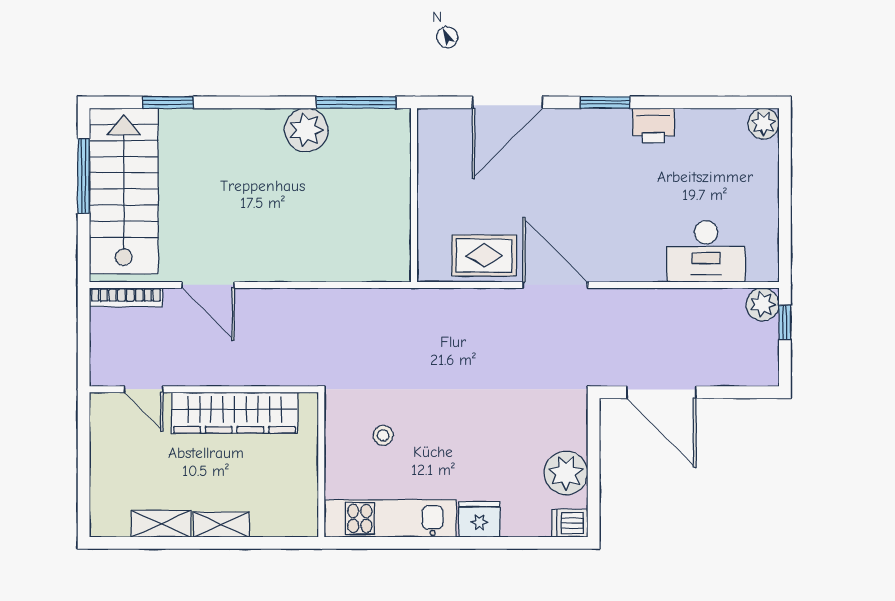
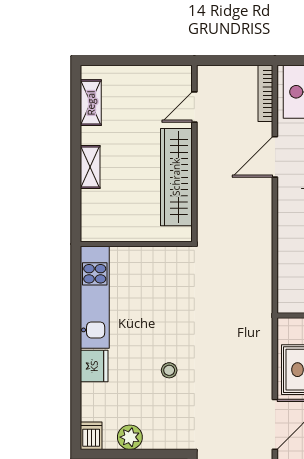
stool: (383, 435) -> (169, 370), moved
plant: (566, 473) -> (130, 437), width x0.73, depth x0.73
shelving: (161, 524) -> (91, 103), moved

